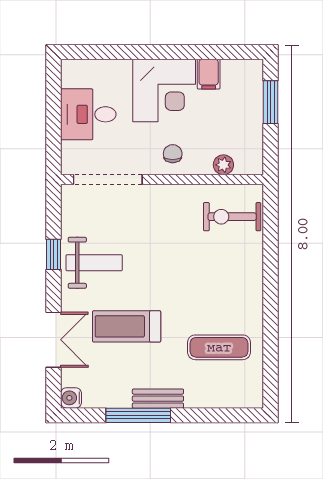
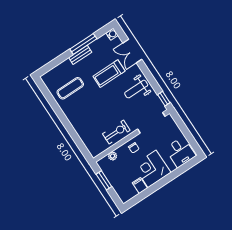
window: (271, 102) -> (104, 180), moved
desk: (88, 114) -> (180, 152), moved, turned 90
exercise bike: (232, 217) -> (116, 132), moved
window: (54, 254) -> (164, 99), moved
treadmill: (127, 326) -> (109, 74), turned 180

